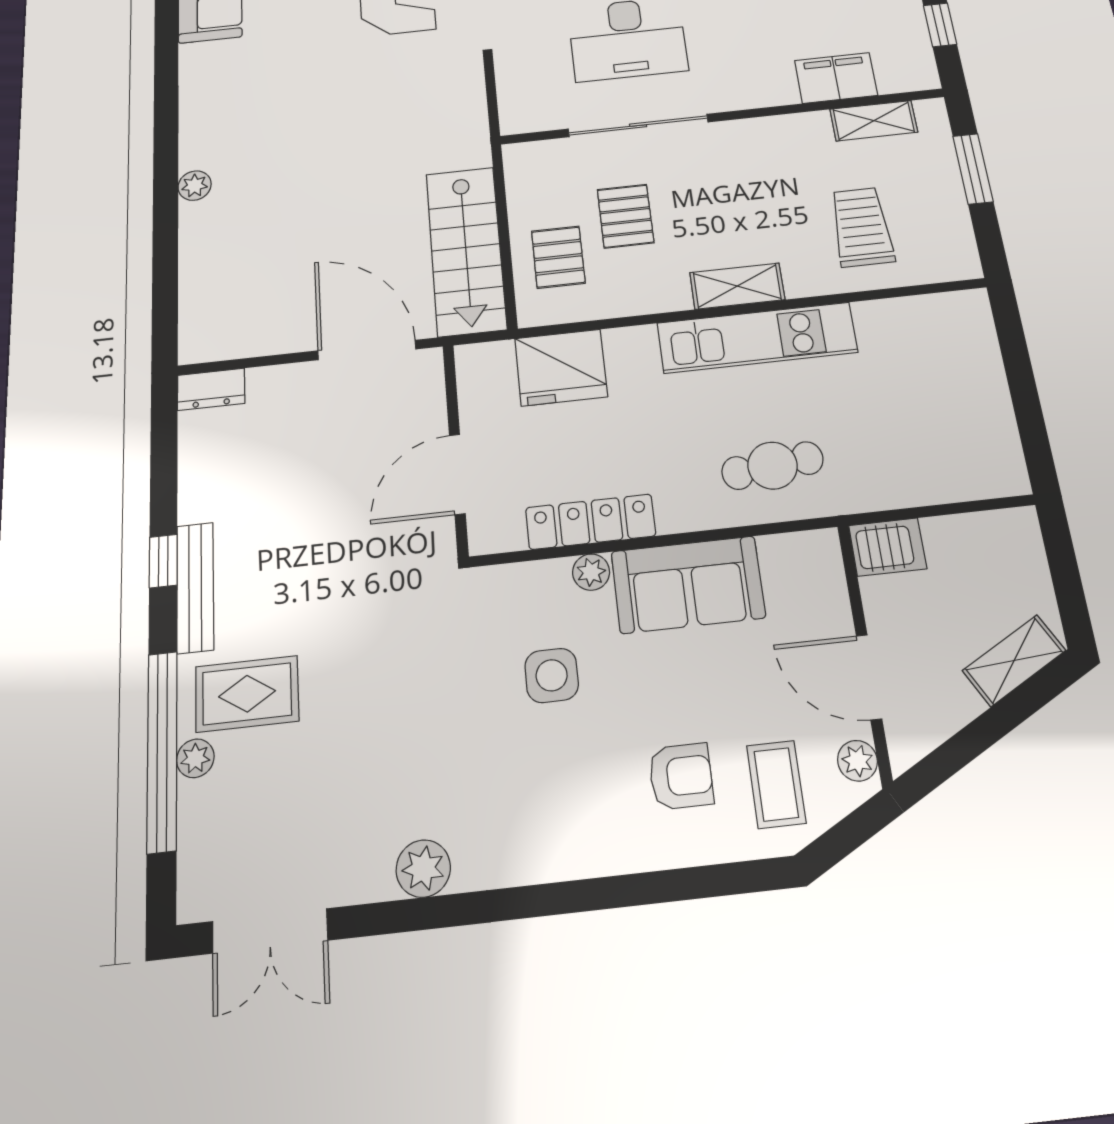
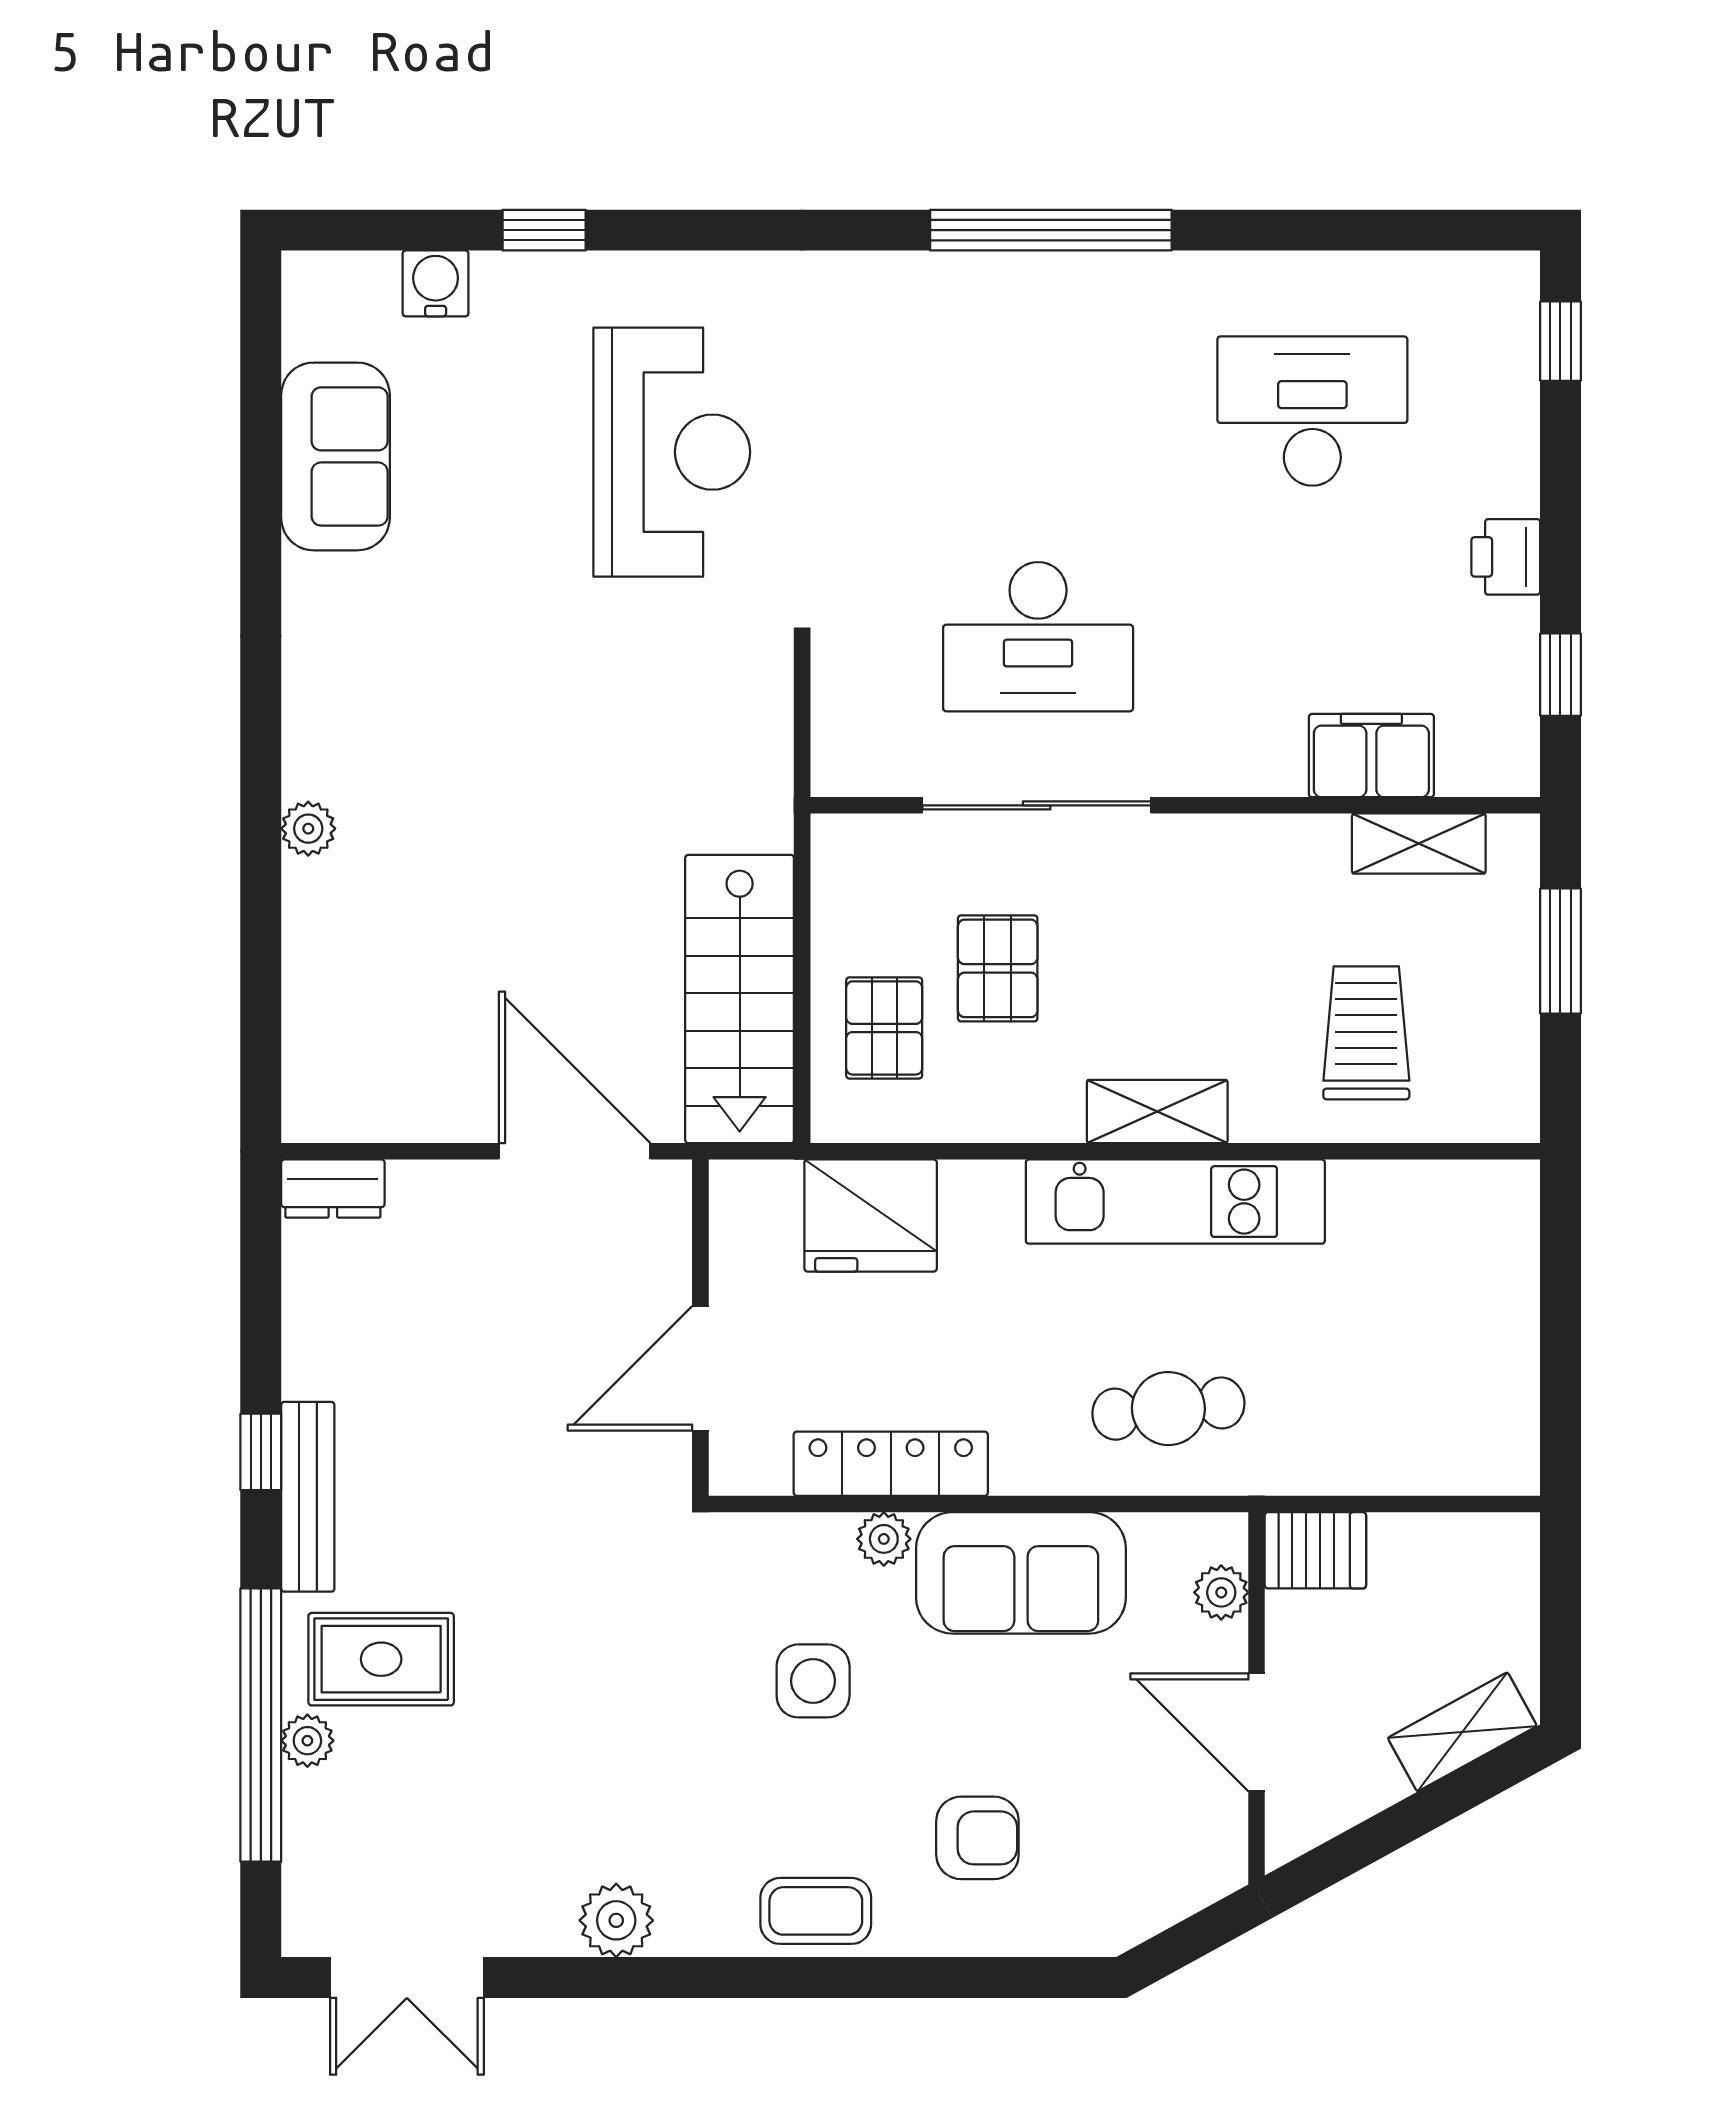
plant: (857, 761) -> (1221, 1592), moved
coffee table: (776, 784) -> (816, 1911), moved, turned 90

